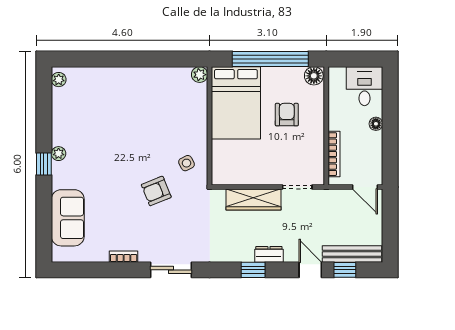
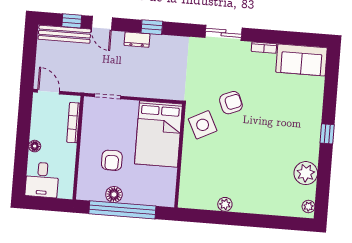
plant: (200, 75) -> (225, 204), moved
floor lamp: (314, 76) -> (114, 194), moved
bed: (236, 103) -> (159, 134), moved, turned 180
plant: (59, 154) -> (306, 173), moved, width x1.88, depth x1.88
side table: (187, 163) -> (203, 125), width x1.87, depth x1.87
wardrobe: (254, 199) -> (147, 88), removed
sofa: (68, 218) -> (302, 60), moved, turned -90

